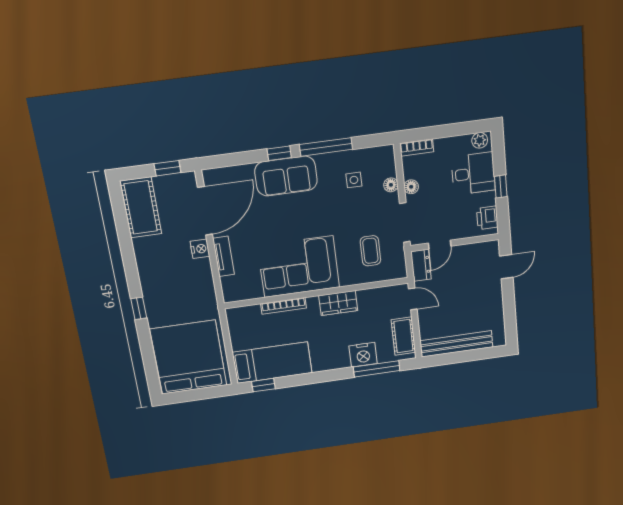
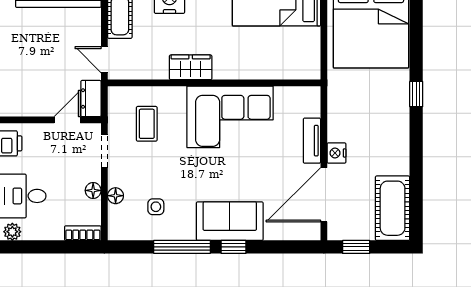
doorway: (405, 223) -> (104, 151), width x0.73
bookcase: (284, 306) -> (253, 73), removed

